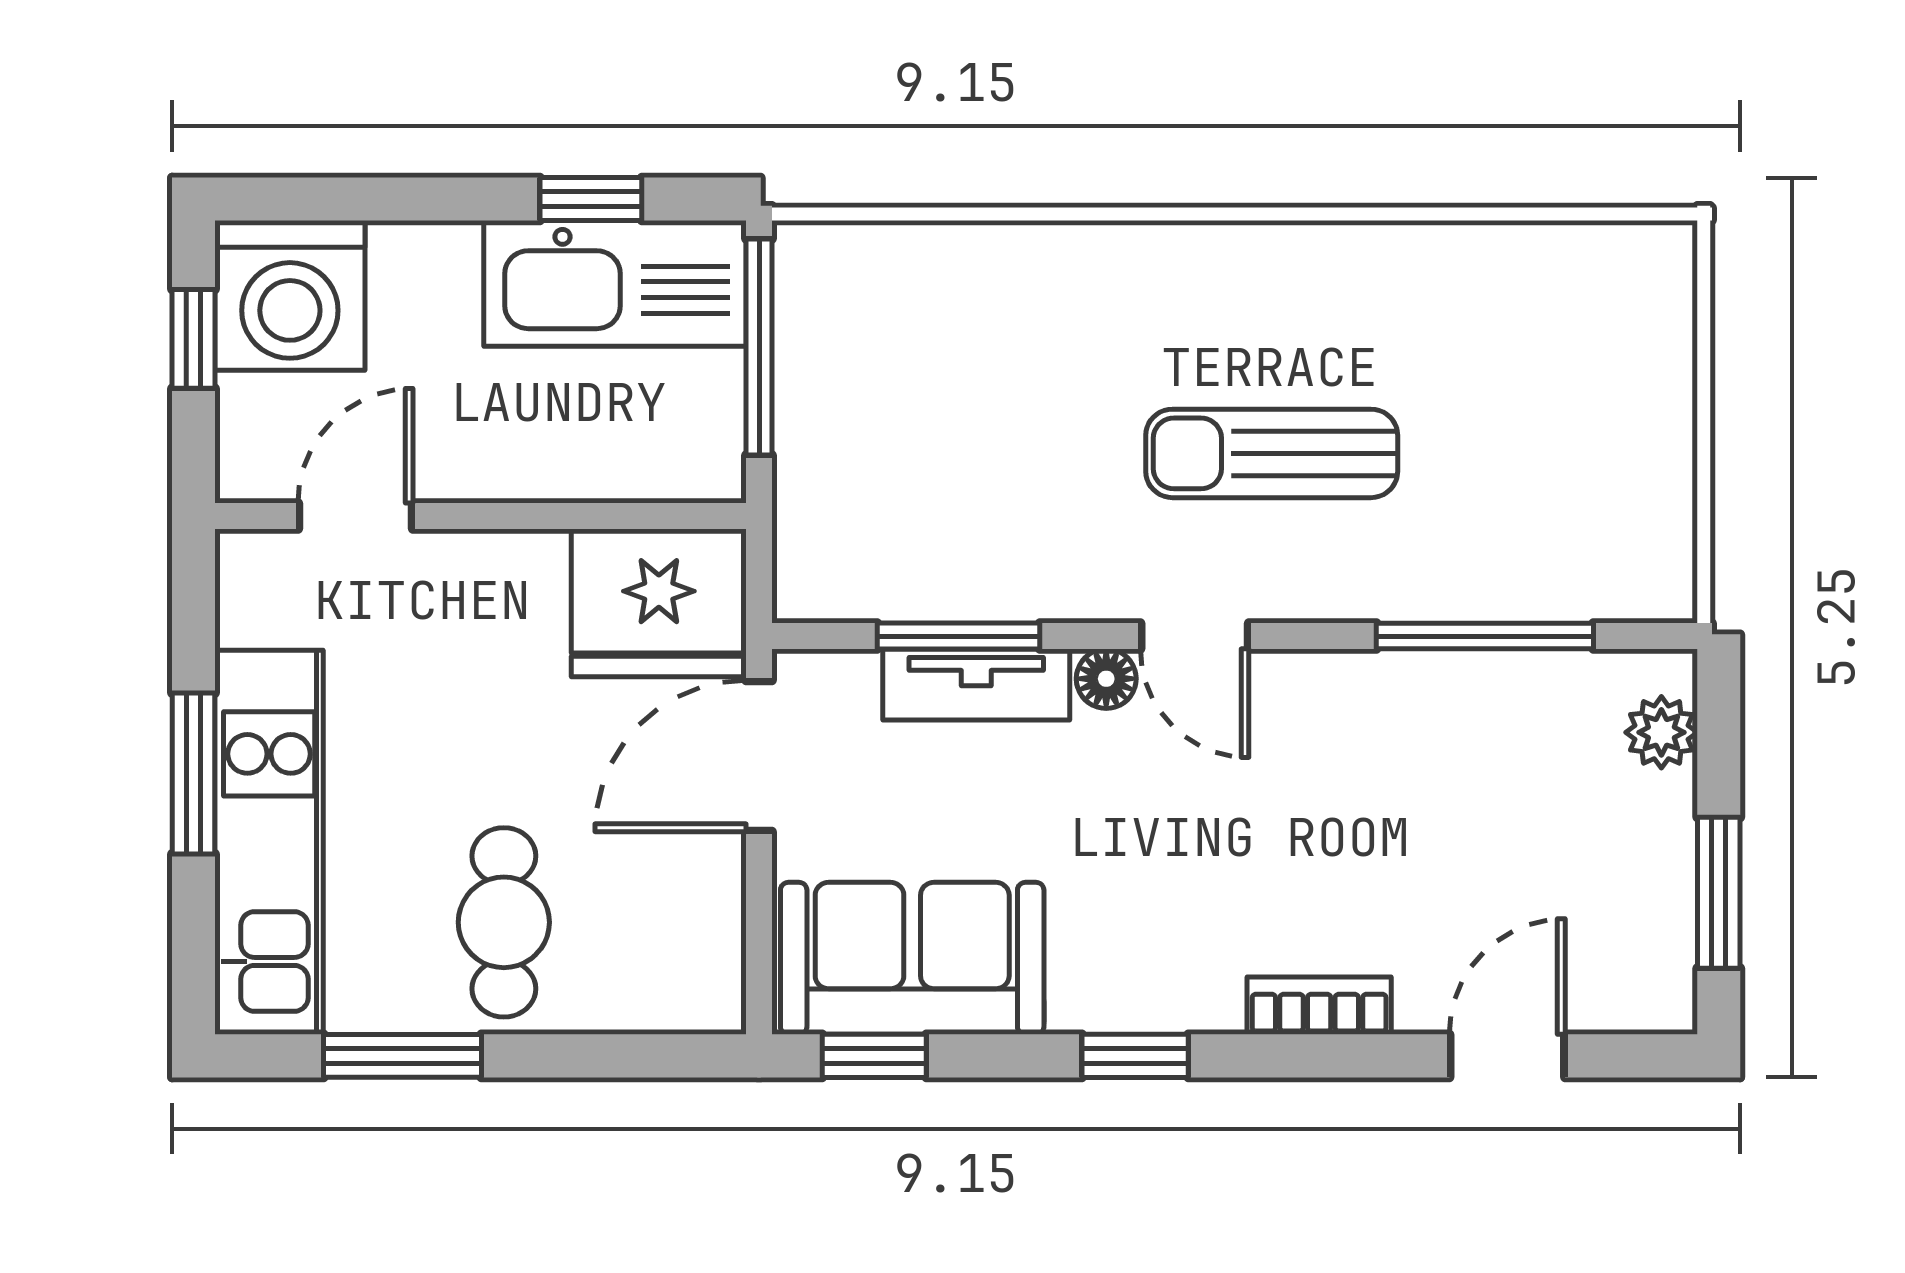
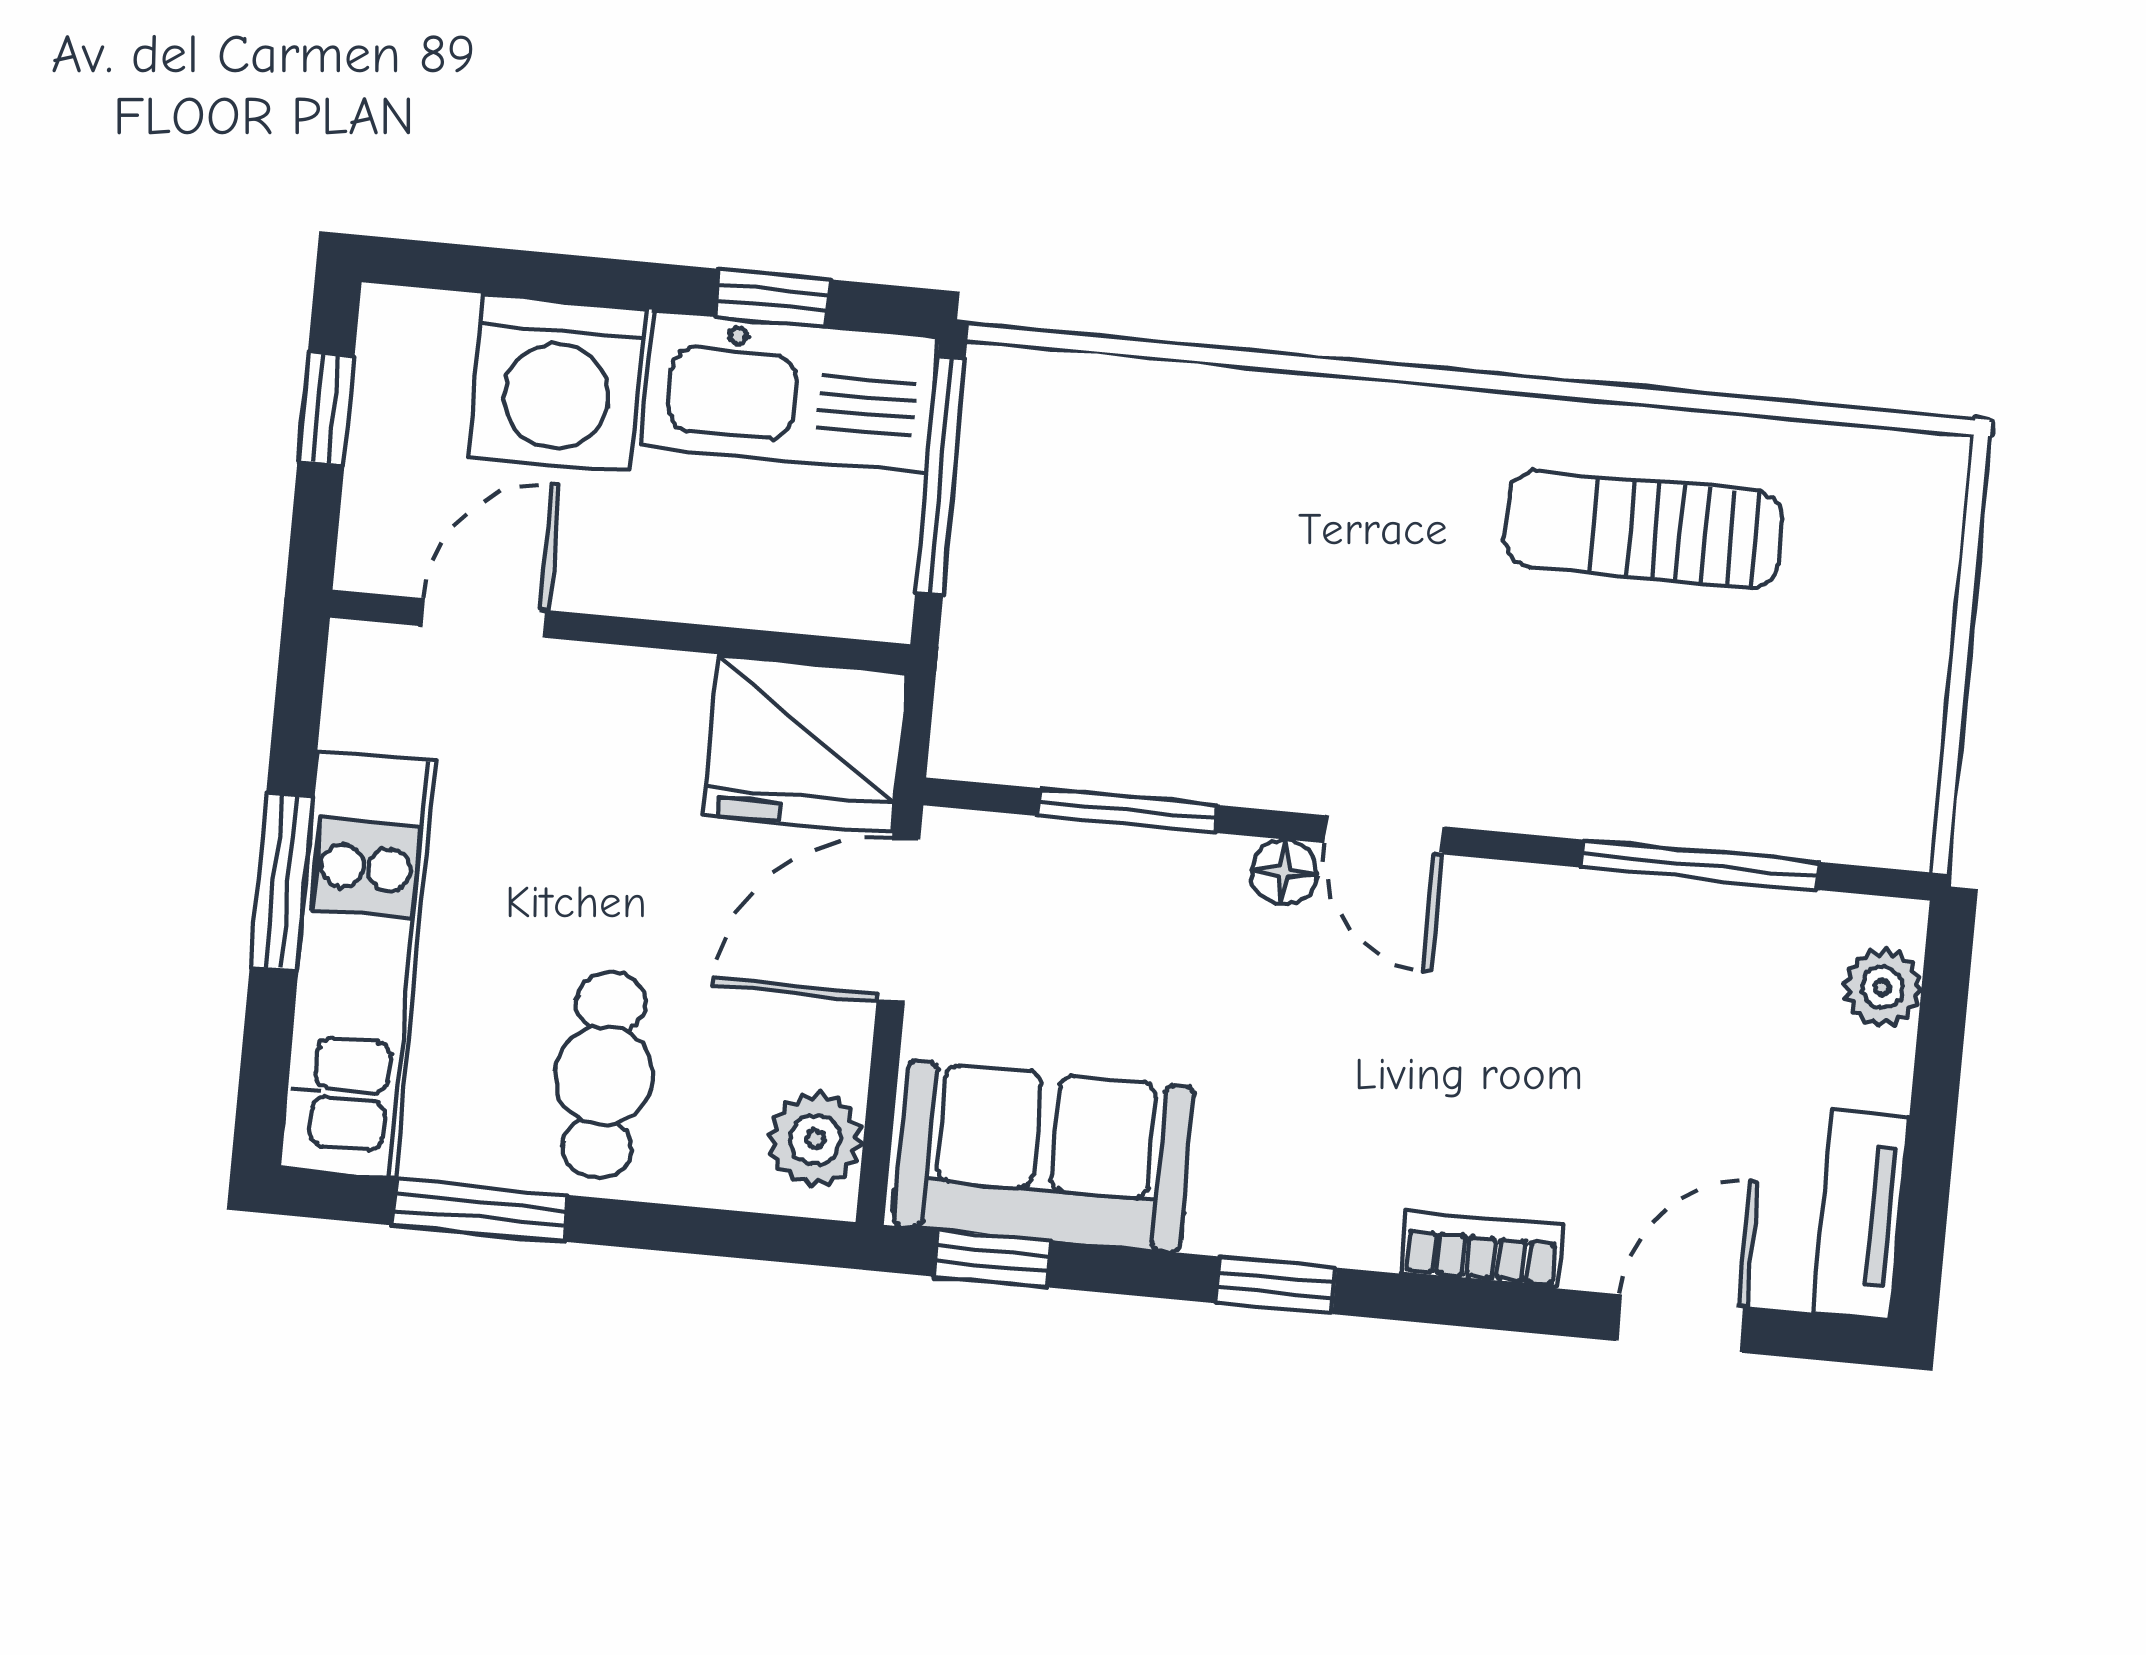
washing machine: (290, 295) -> (557, 383), moved
sun lounger: (1272, 453) -> (1644, 529), moved
tv unit: (976, 685) -> (1861, 1215), moved, turned 90
window: (1719, 893) -> (1928, 1168), removed
plant: (702, 962) -> (815, 1139), added

